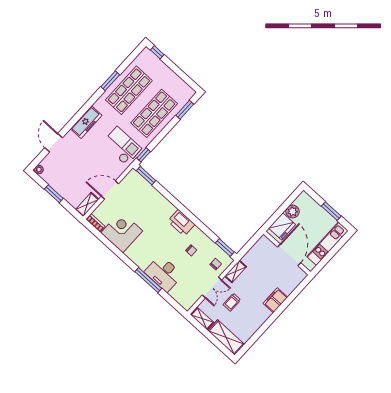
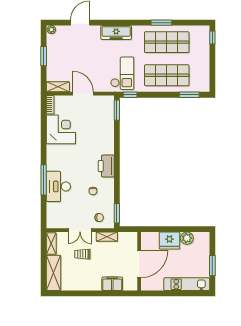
wall: (287, 253) -> (139, 261), moved
door: (289, 255) -> (139, 264), moved

